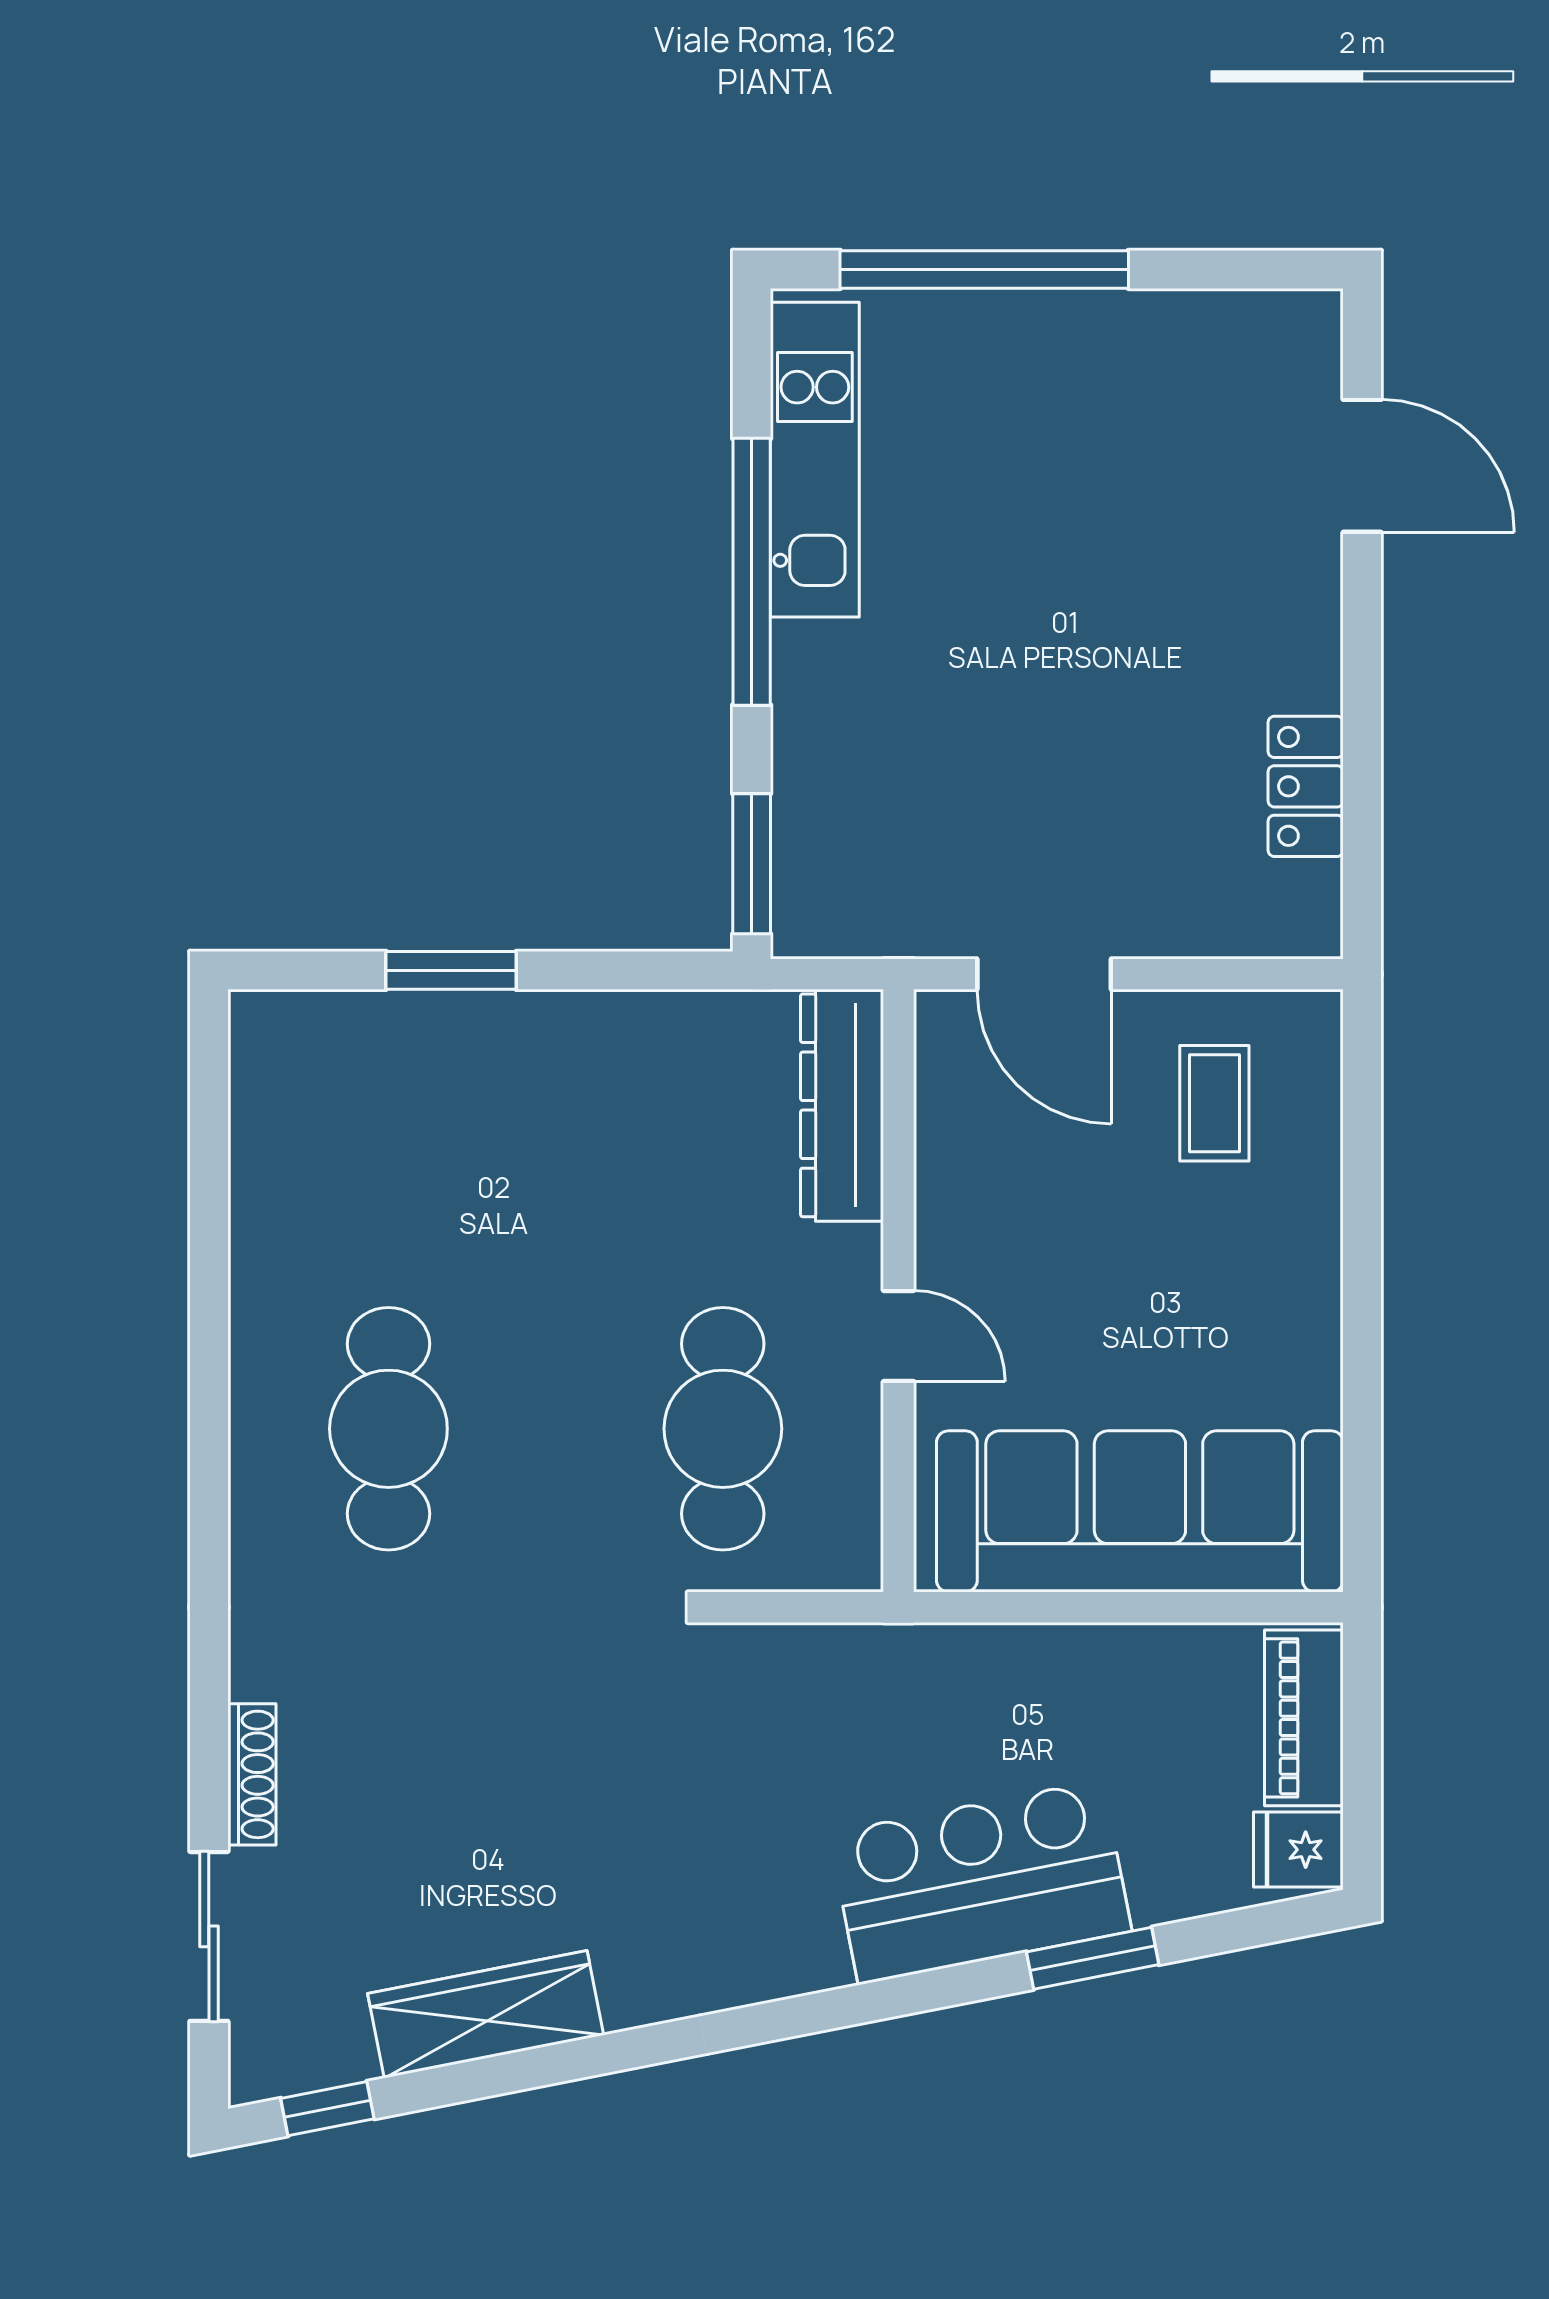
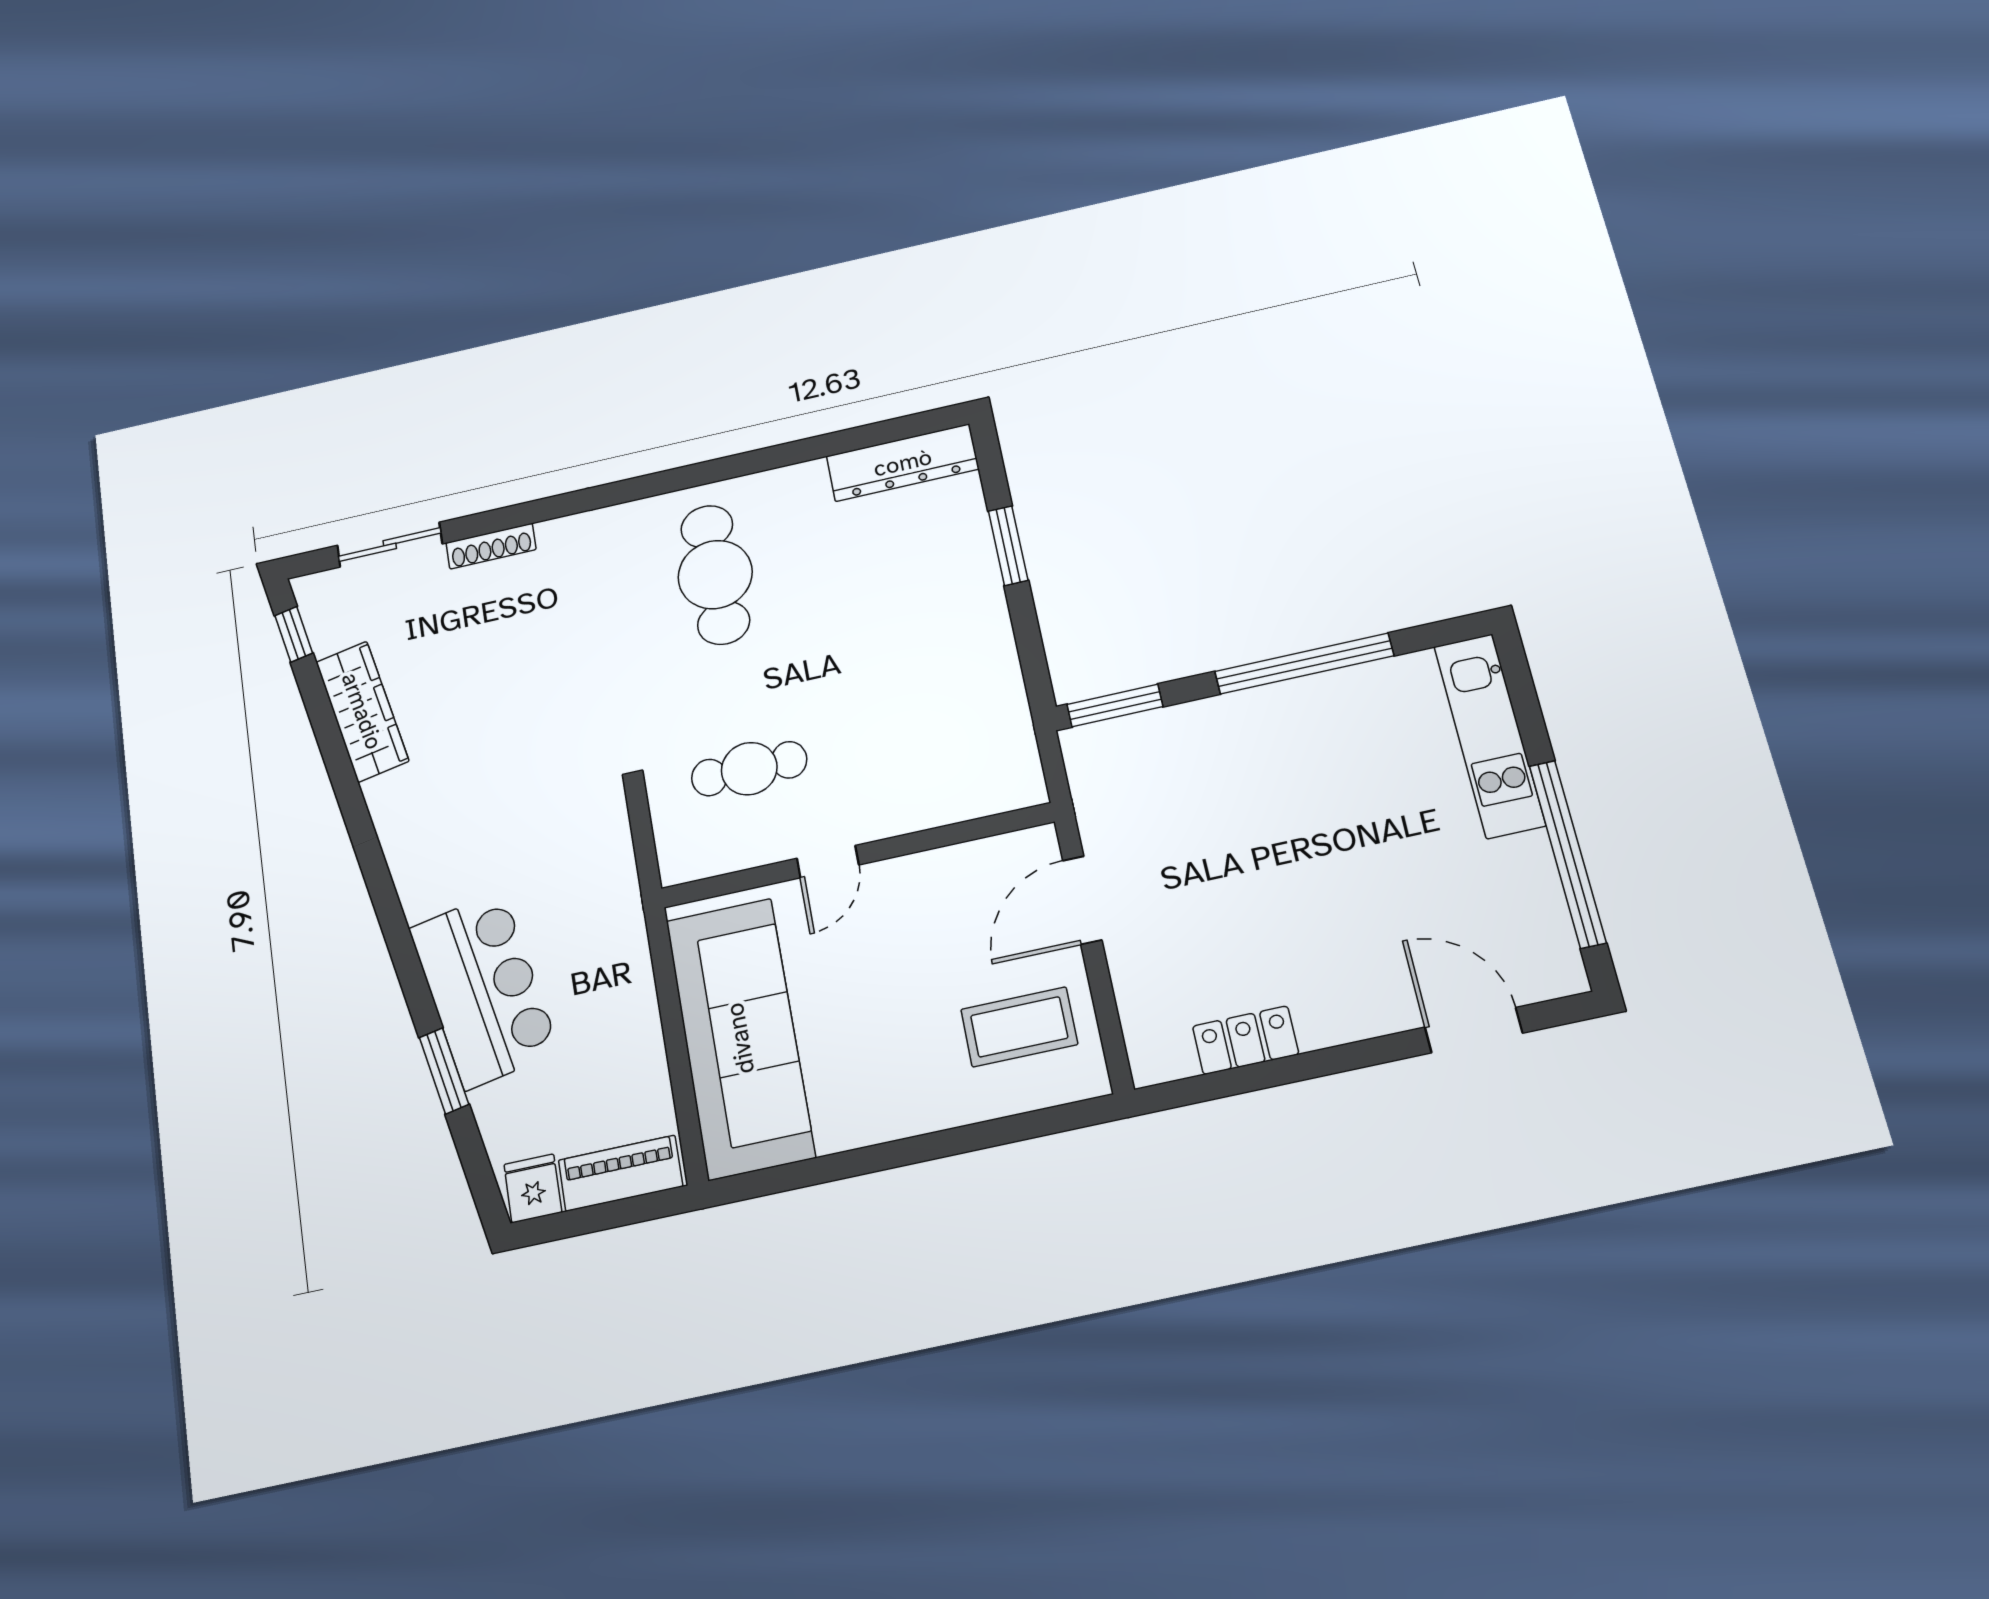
window: (984, 269) -> (1568, 854), moved
kitchen unit: (815, 460) -> (1489, 735), moved, turned 90
door: (1362, 466) -> (1474, 1030), swing flipped
coffee table: (1214, 1103) -> (1019, 1027), width x1.36, depth x1.30
dresser: (842, 1105) -> (903, 463), moved, turned 180
cafe table: (388, 1429) -> (715, 575), turned 90
cafe table: (723, 1429) -> (749, 769), width x0.73, depth x0.74

